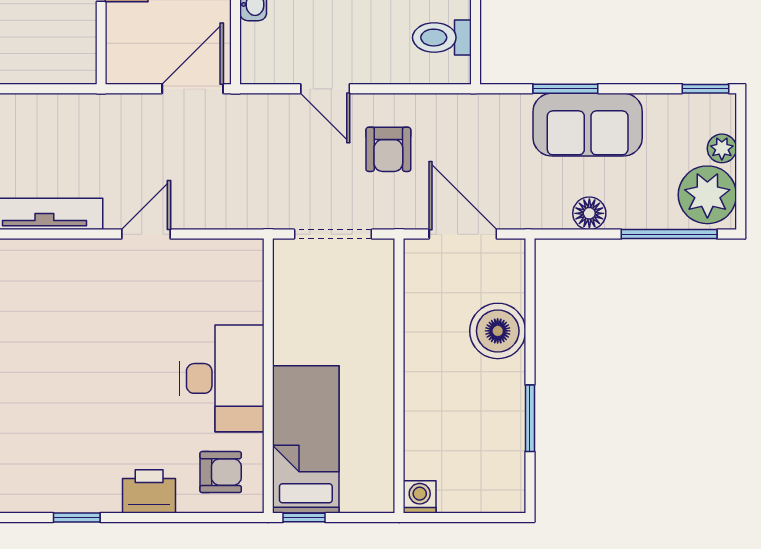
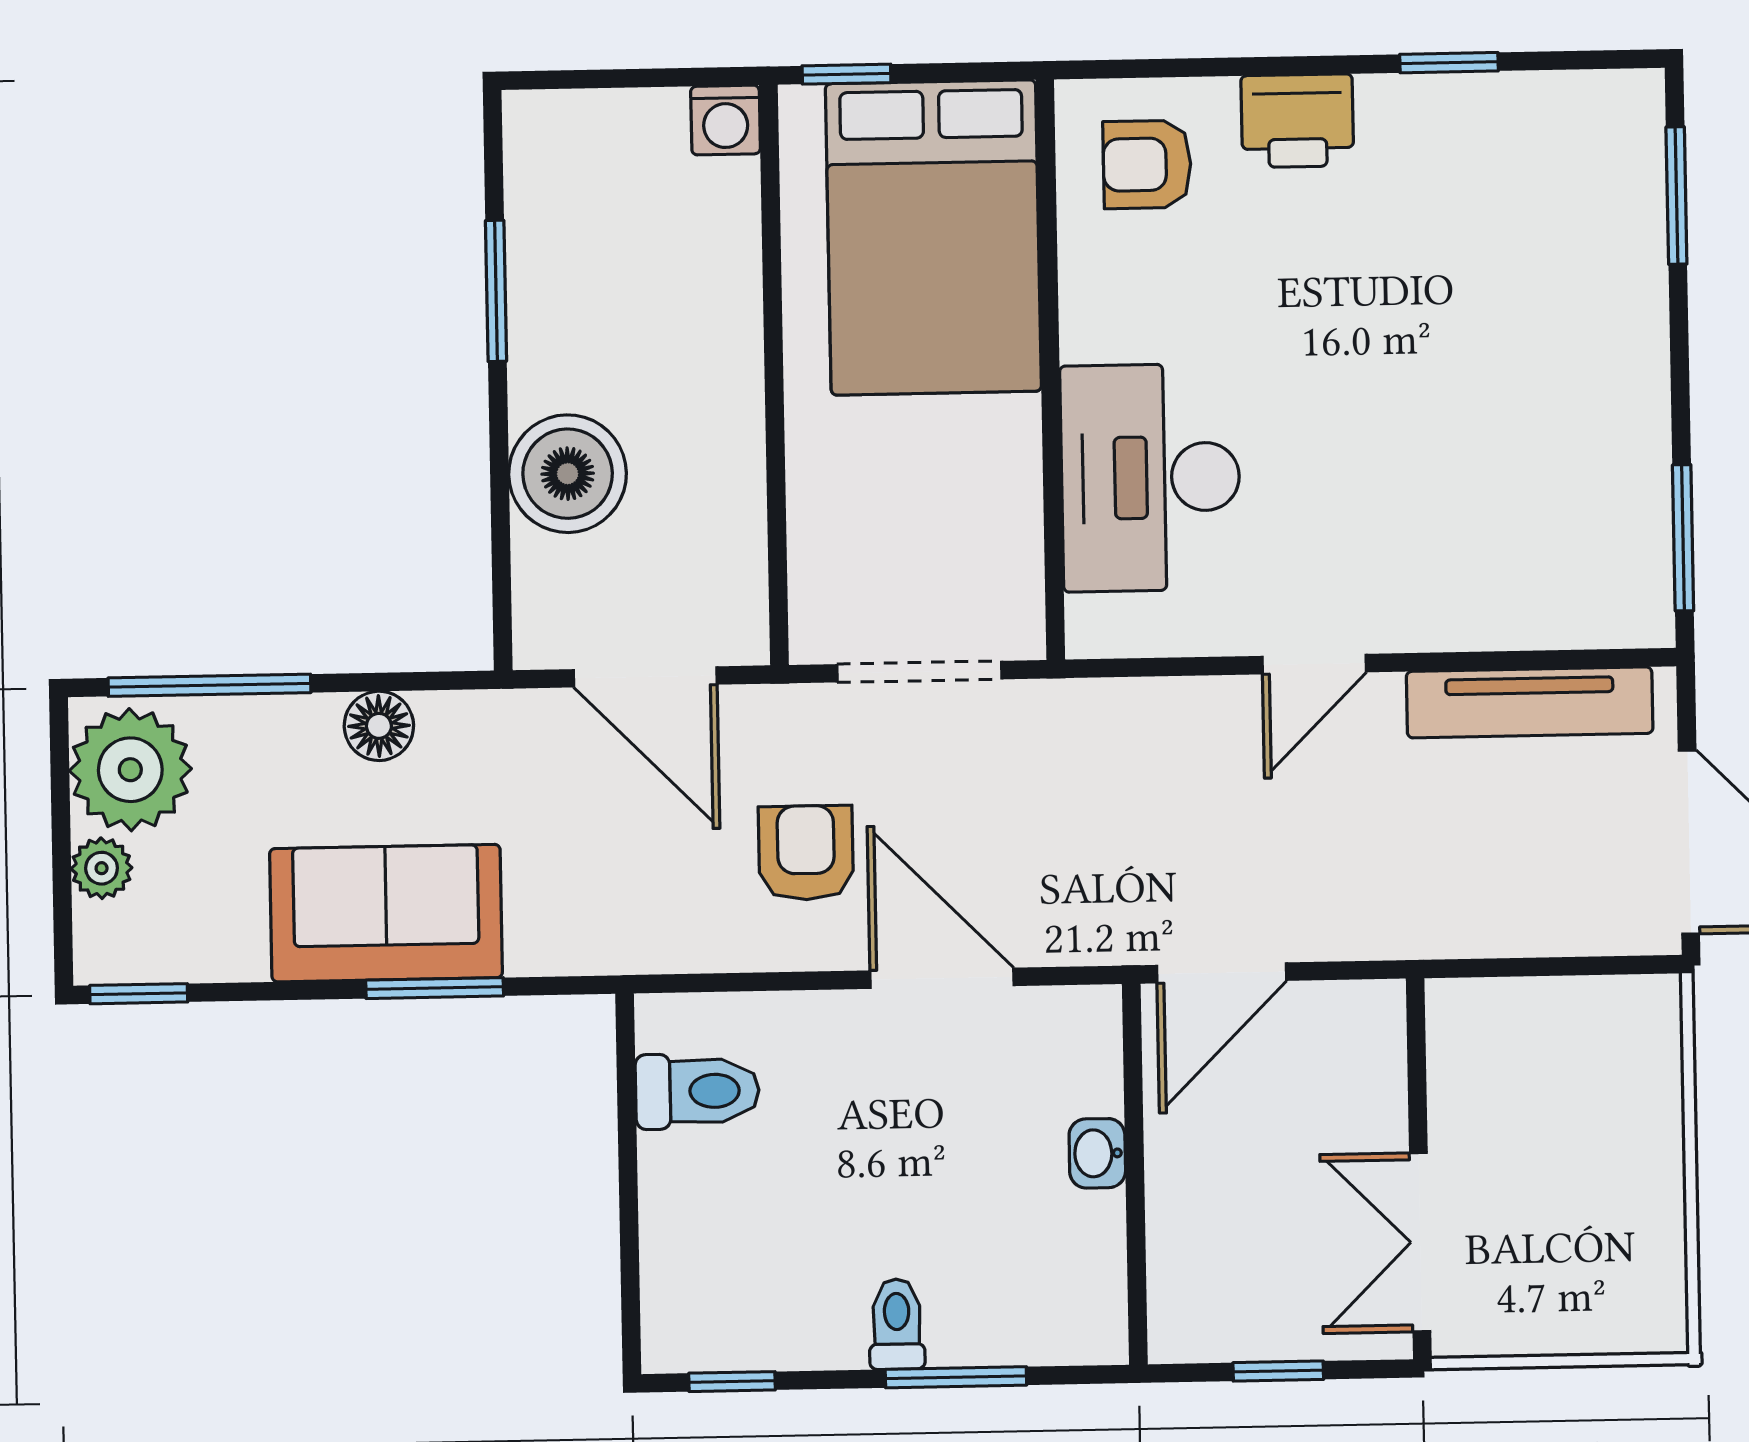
door: (325, 89) -> (942, 978), width x1.38
desk: (222, 378) -> (1150, 478), moved
bed: (306, 439) -> (933, 237), width x1.50
window: (304, 518) -> (847, 74), moved

